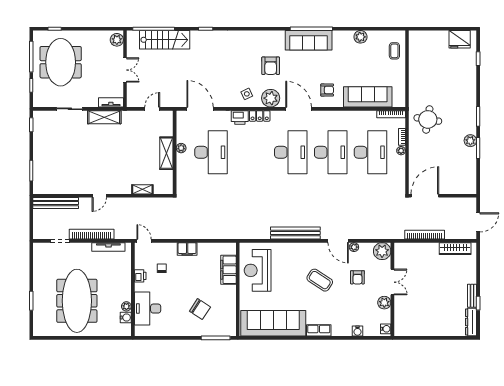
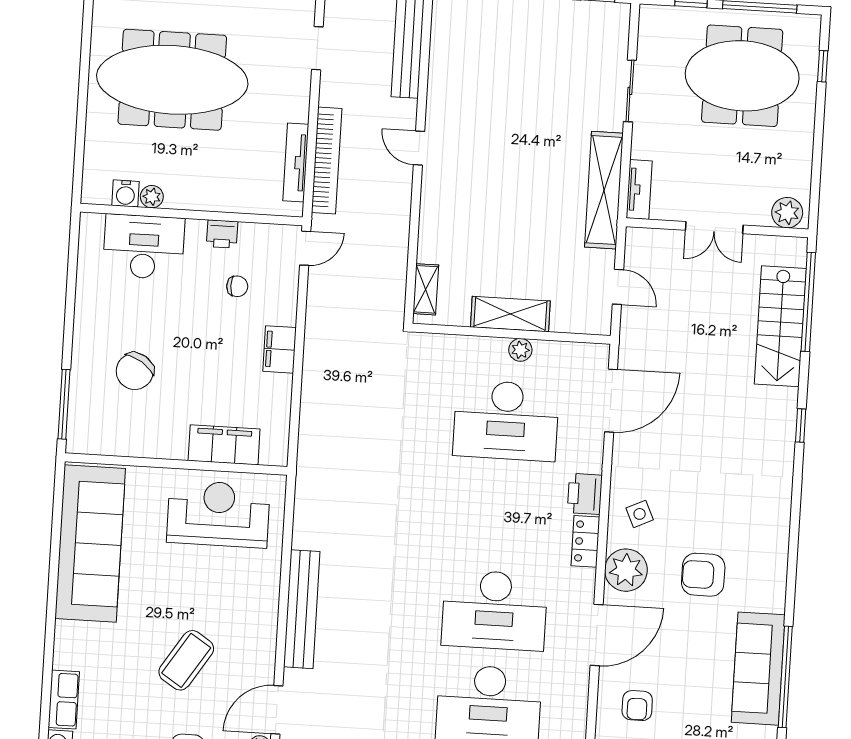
shelving: (104, 117) -> (604, 190), width x1.47
shelving: (142, 189) -> (426, 289), moved
bookcase: (92, 234) -> (327, 161), moved
row of seats: (319, 330) -> (64, 700), moved

